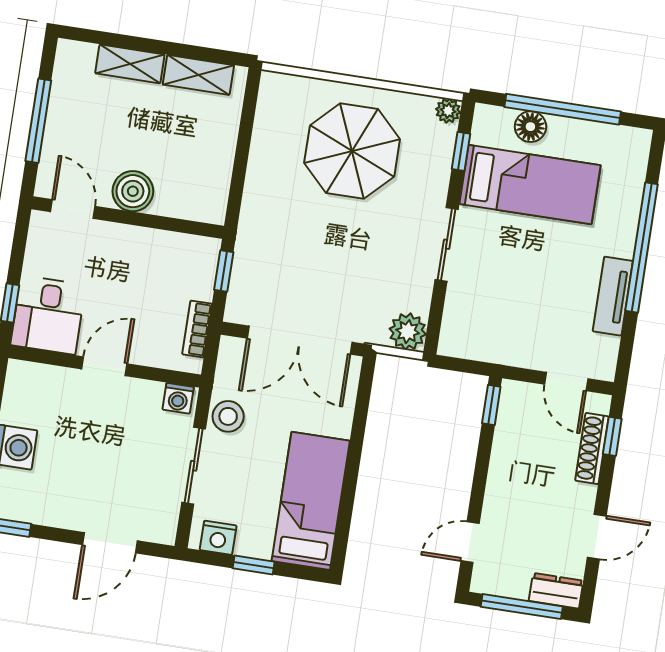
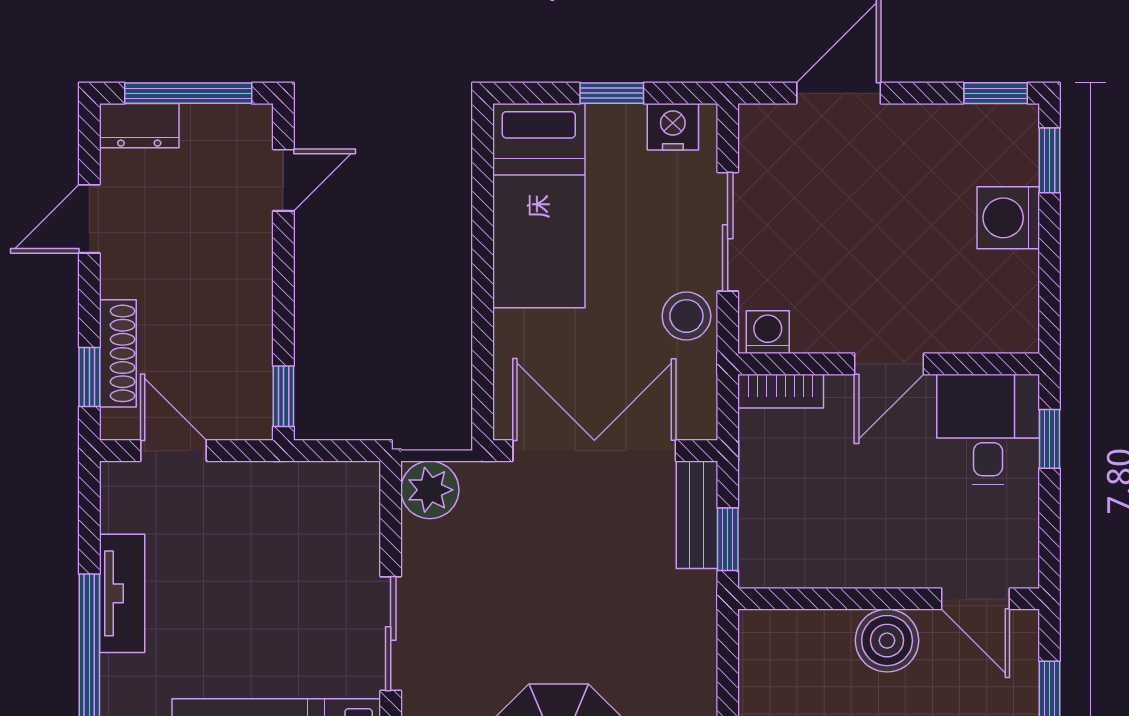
bench: (241, 290) -> (697, 515), added
bookcase: (197, 329) -> (781, 391), moved, turned 90

